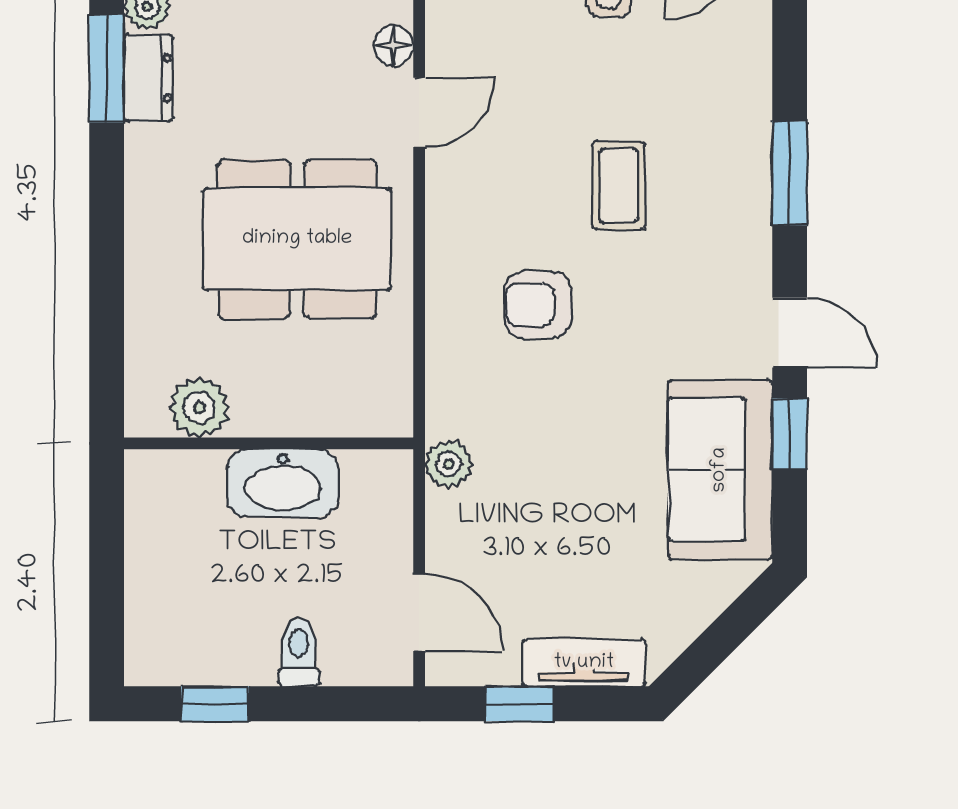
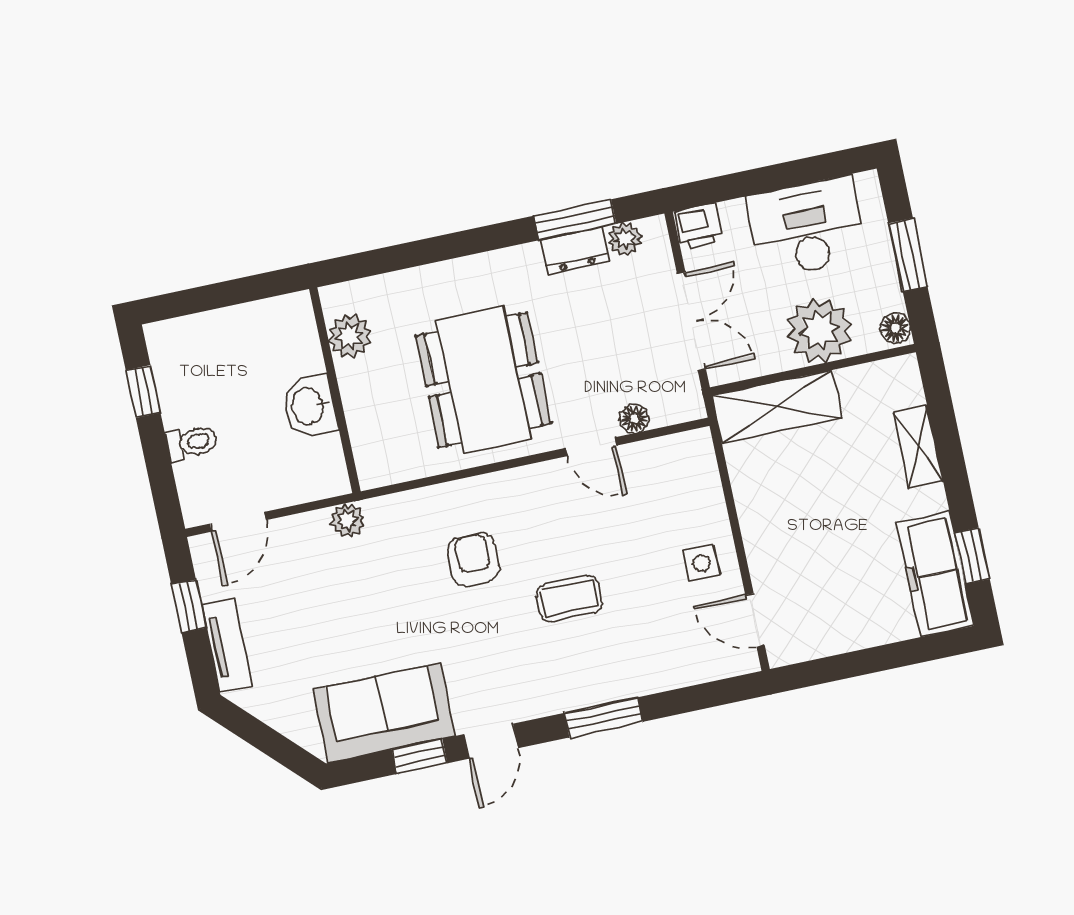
washbasin: (283, 483) -> (309, 406), width x0.72

